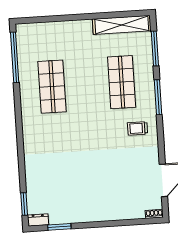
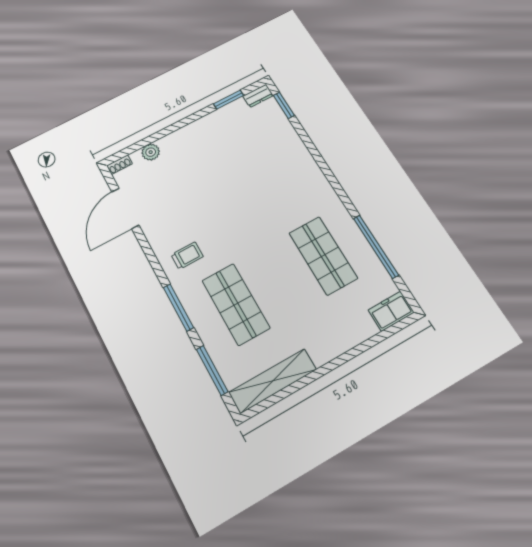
freezer: (29, 32) -> (391, 311), added
window: (15, 57) -> (376, 246), moved
plant: (130, 213) -> (151, 152), added

